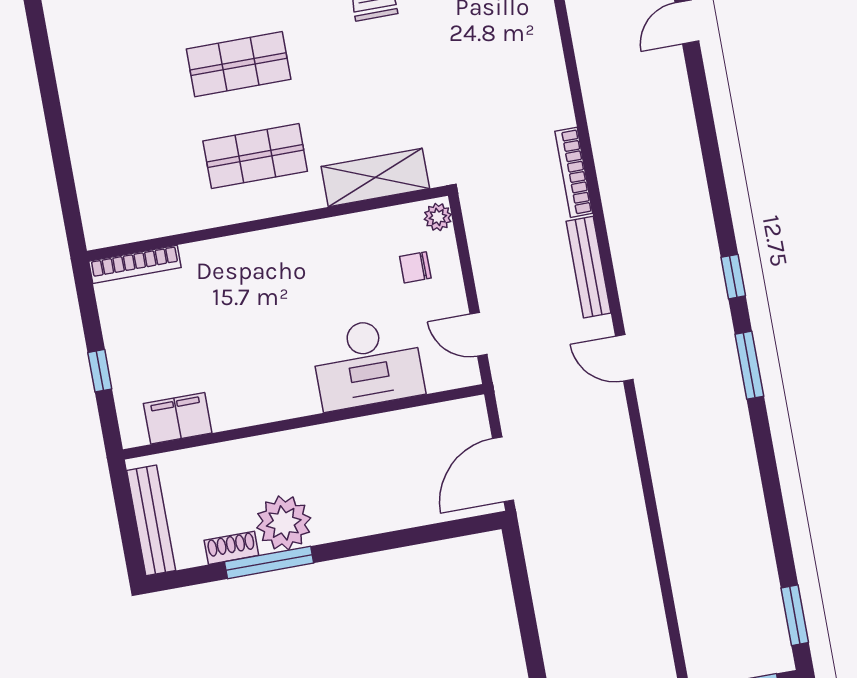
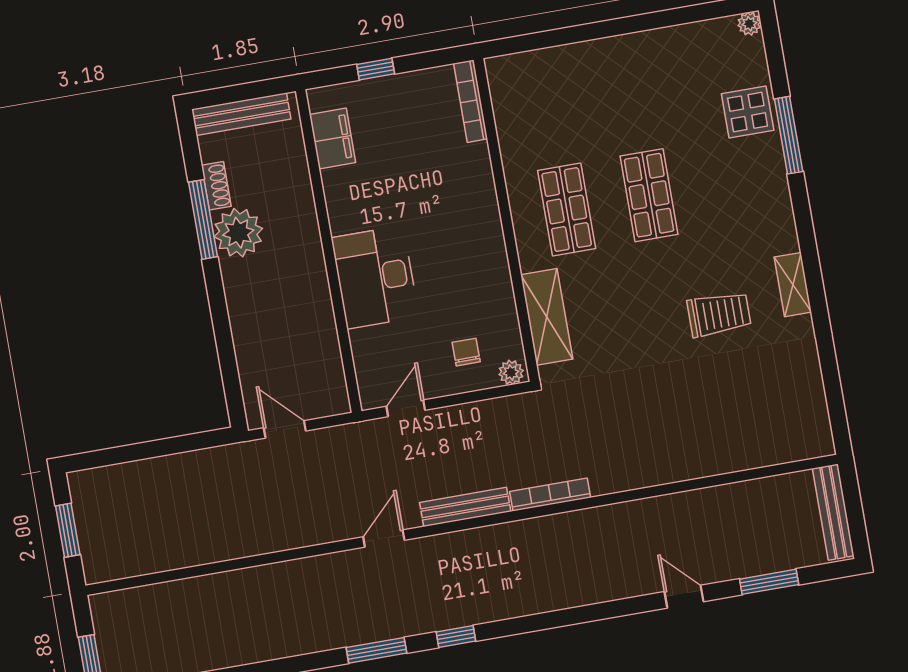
desk: (367, 363) -> (375, 277), moved
door: (503, 469) -> (285, 429), width x0.73

